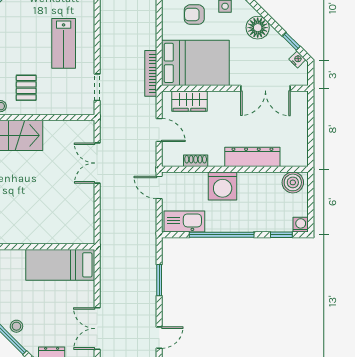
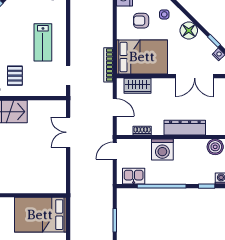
door: (159, 188) -> (115, 151), hinge flipped
kitchen sink: (184, 222) -> (134, 176), width x0.73
bed: (60, 265) -> (40, 215), width x1.50

